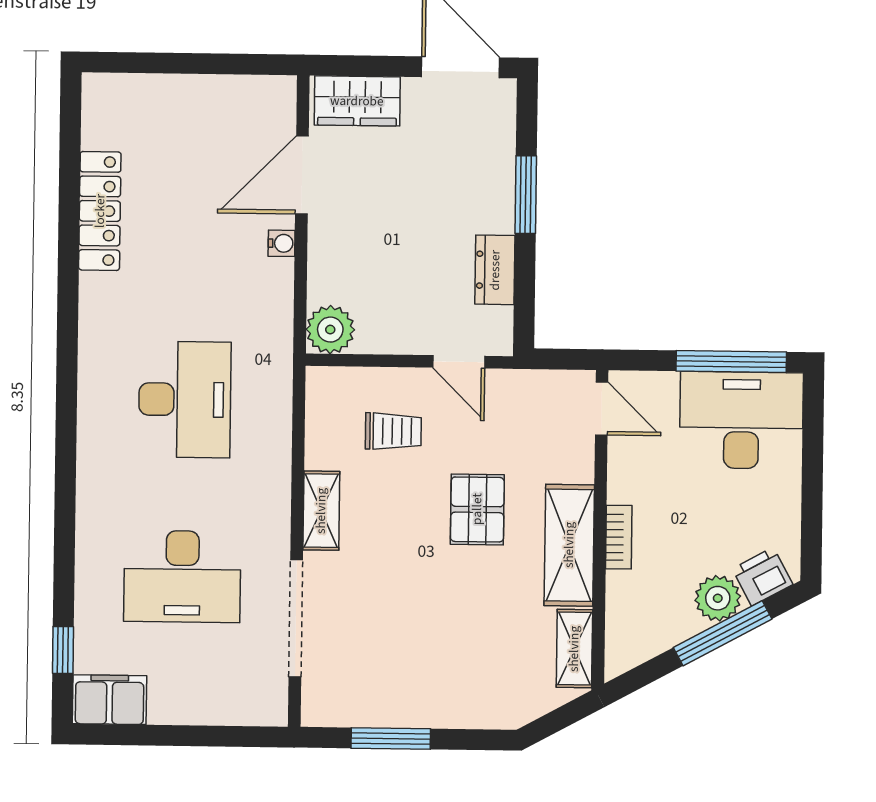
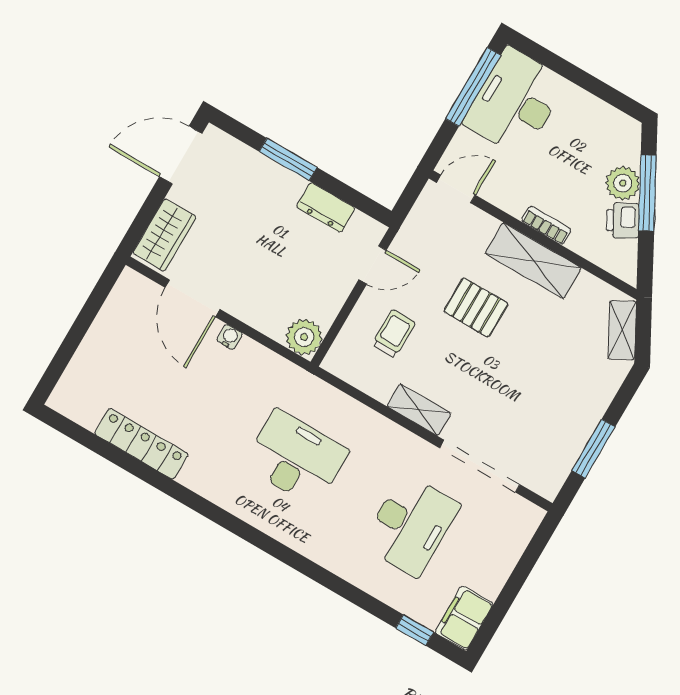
printer: (762, 577) -> (623, 220), moved
shelving: (574, 649) -> (622, 330), moved, turned 61

